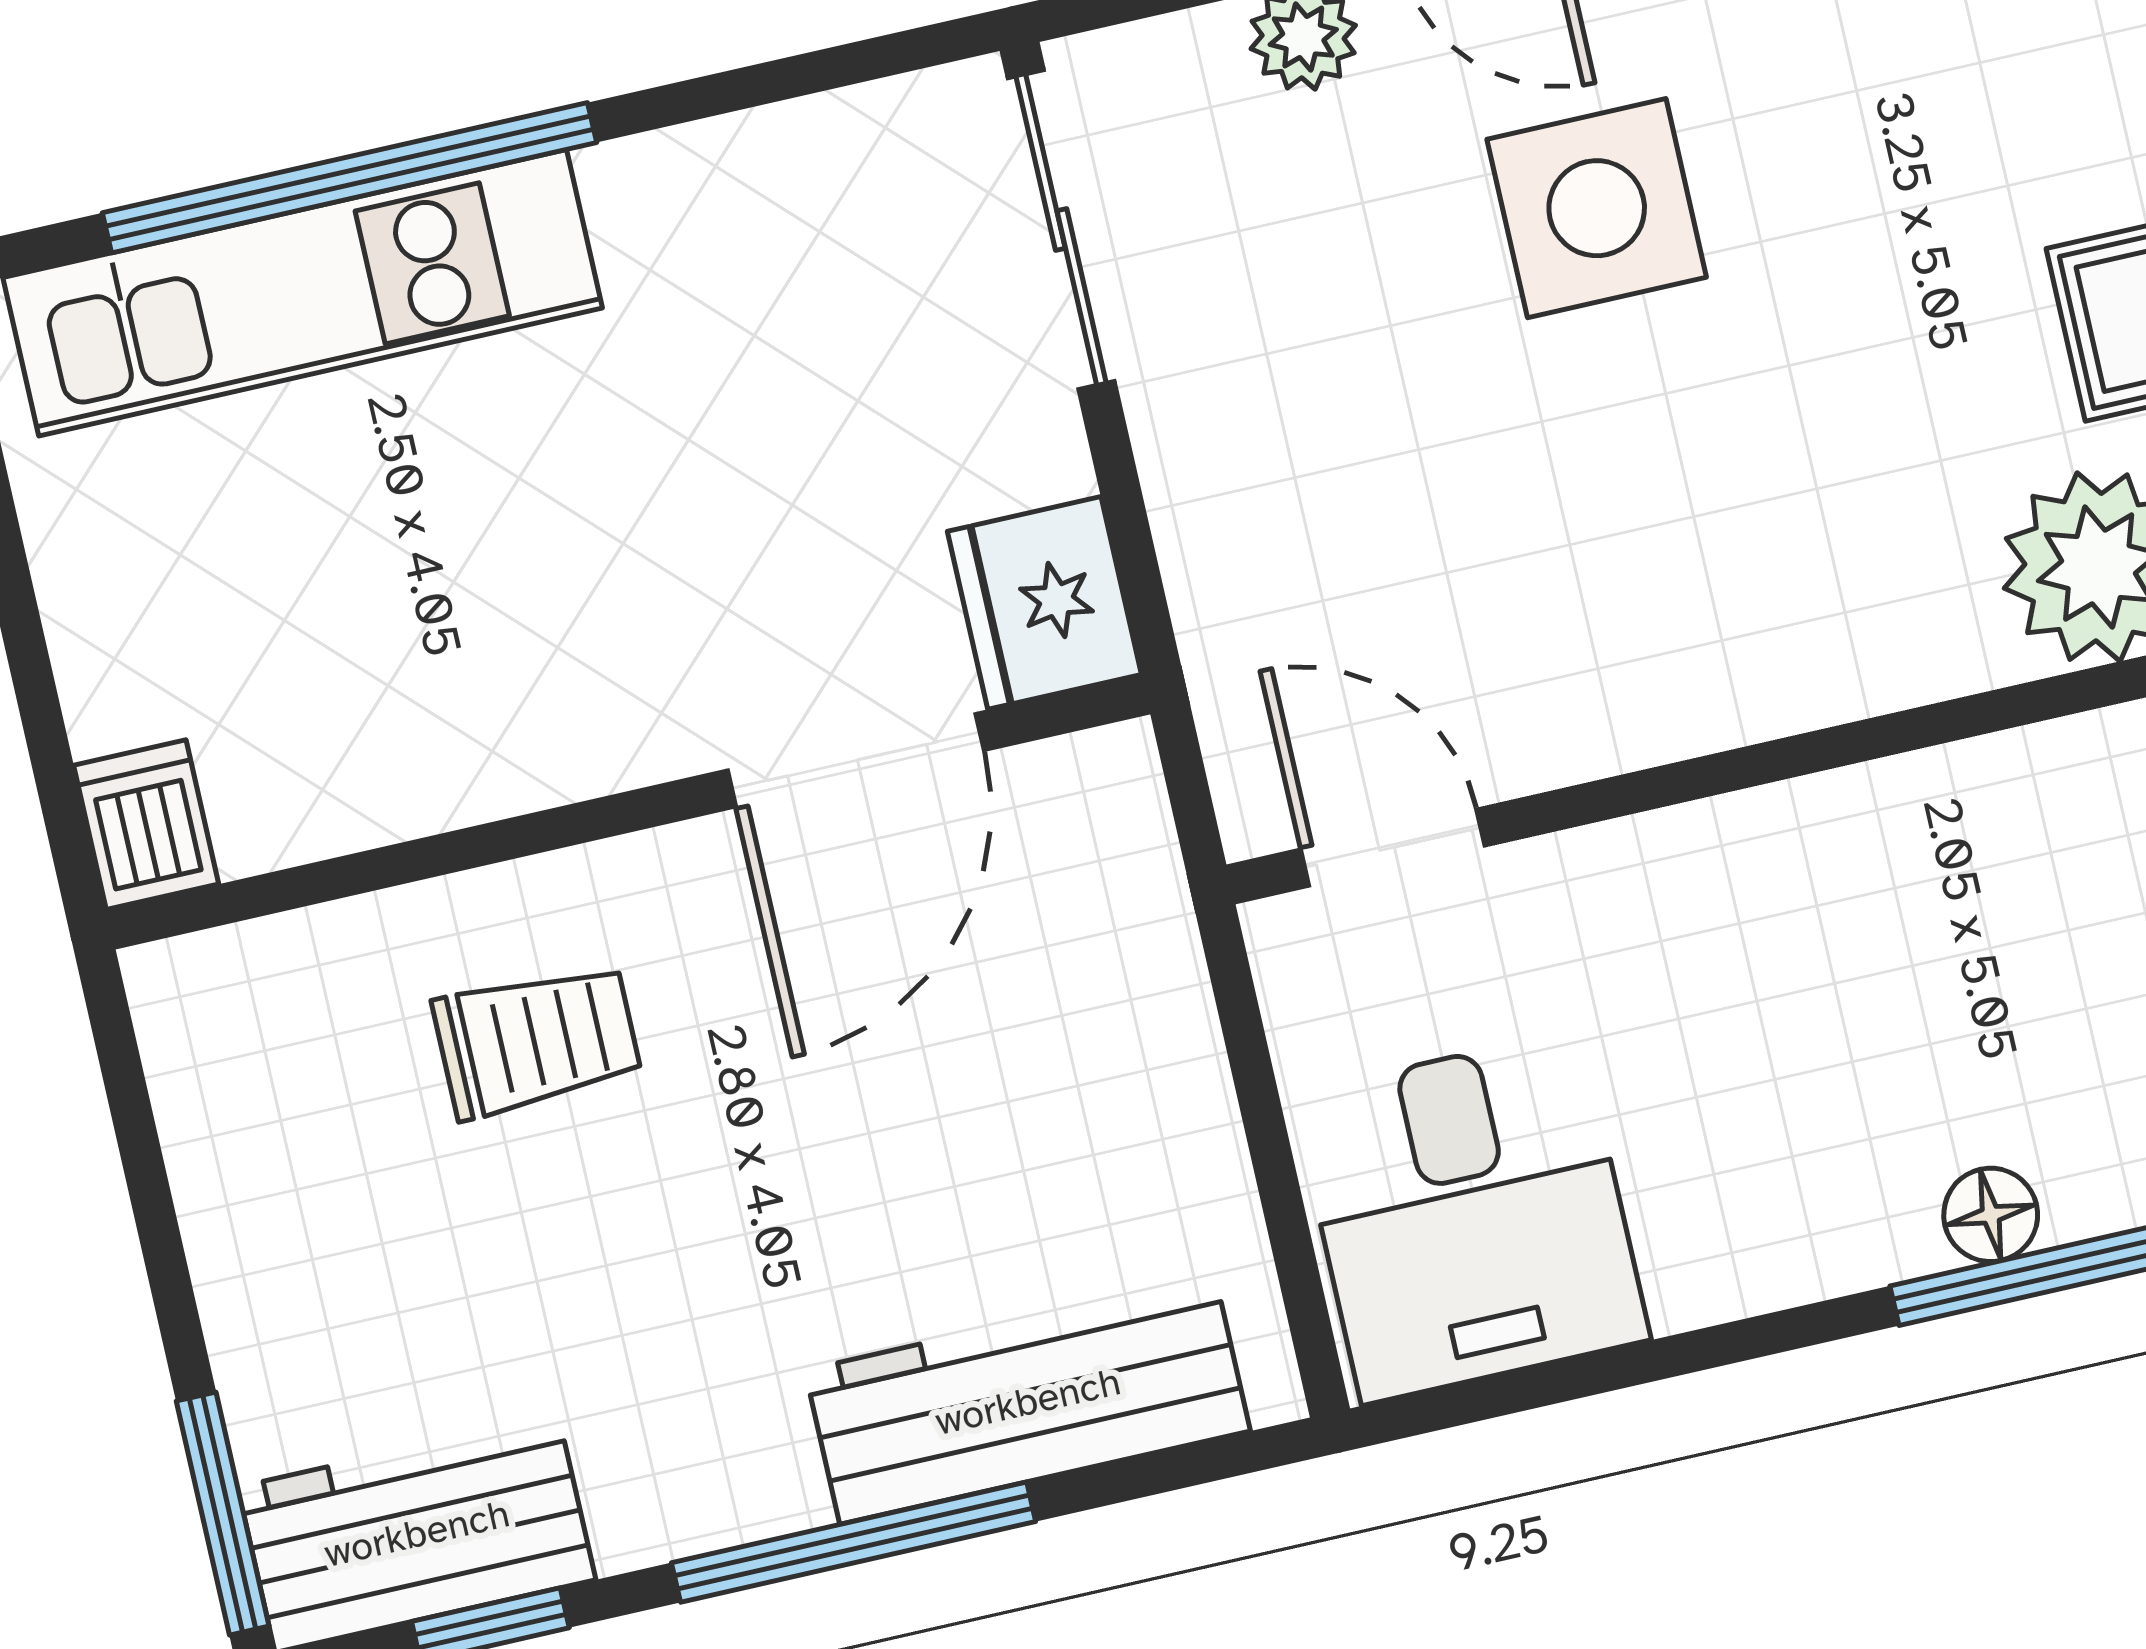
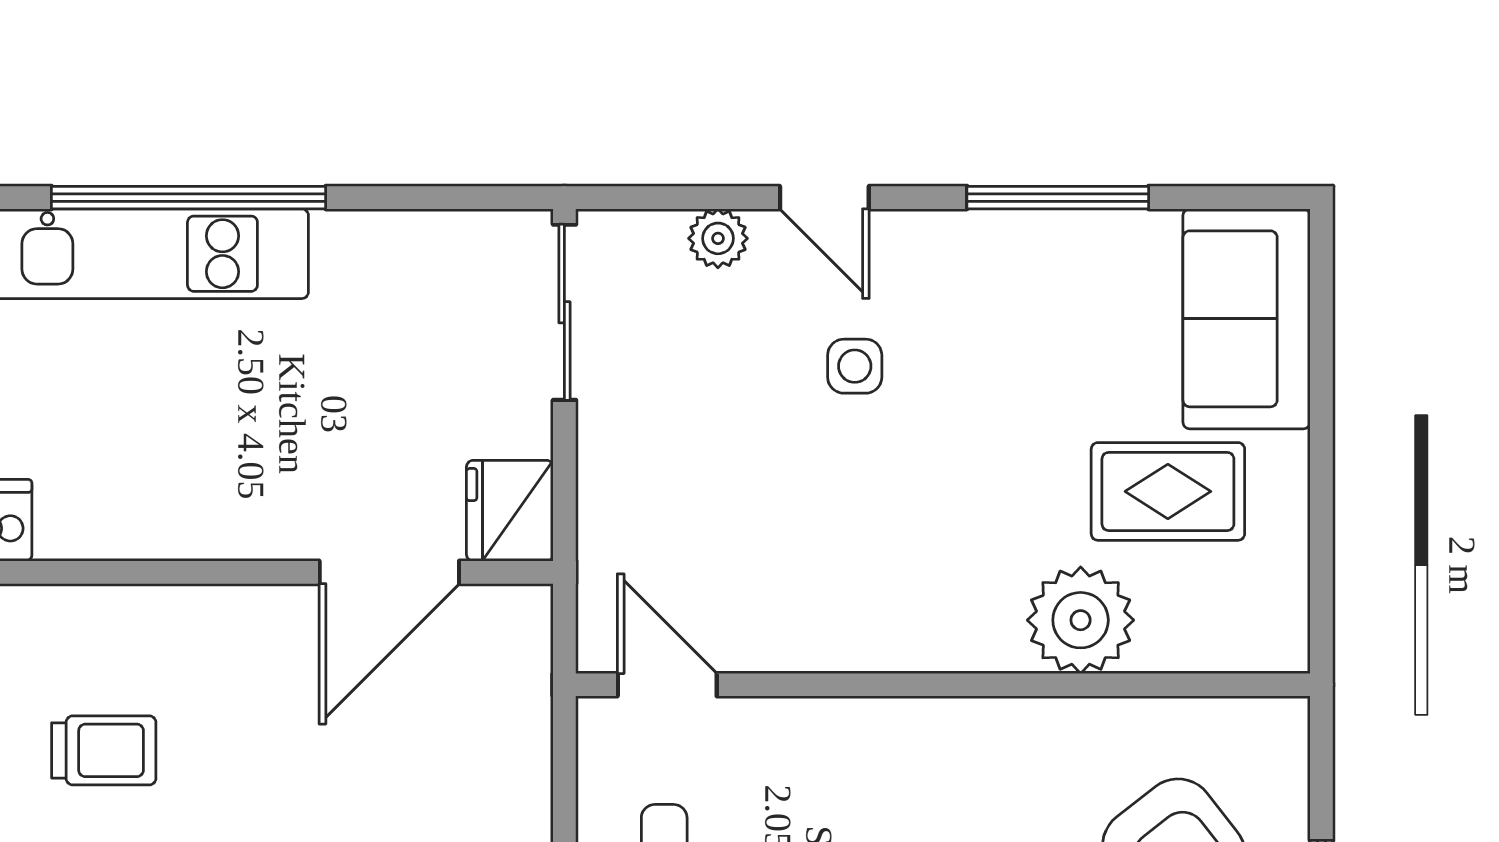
side table: (1597, 208) -> (855, 366), width x0.54, depth x0.54
trolley: (537, 1040) -> (104, 750), moved

